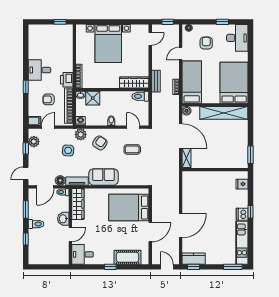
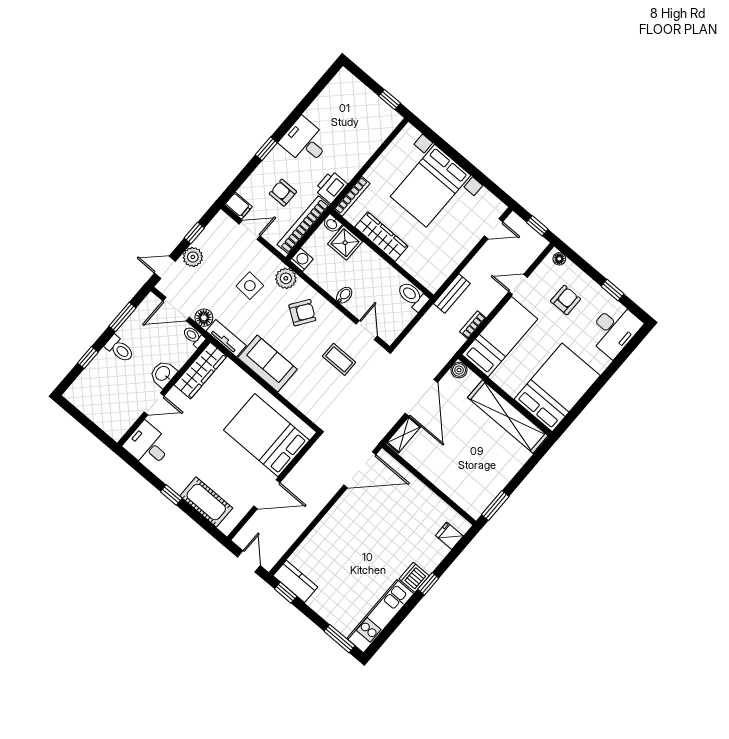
wardrobe: (134, 83) -> (381, 237), moved
plant: (34, 142) -> (193, 257), moved
door: (181, 226) -> (360, 470), moved

